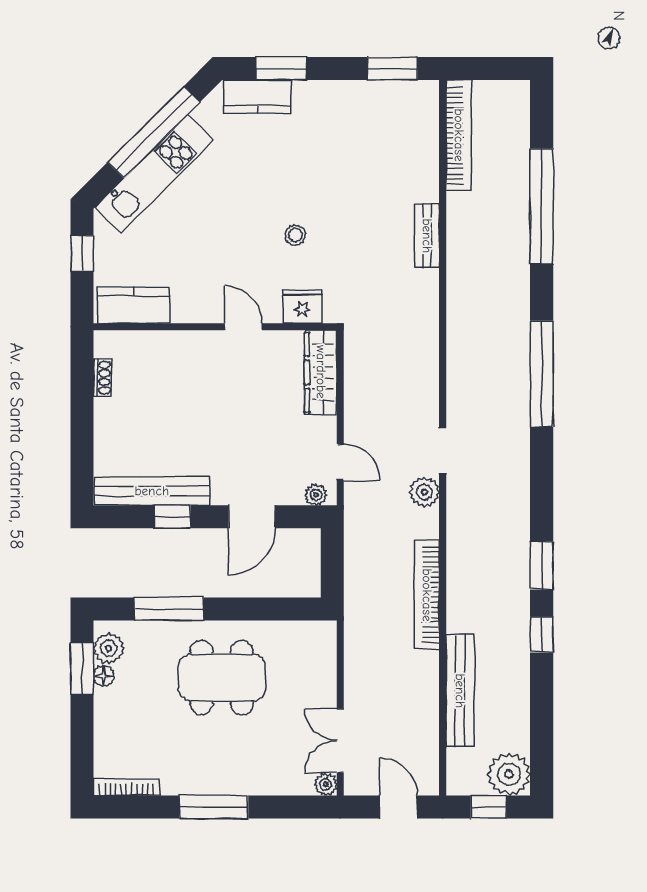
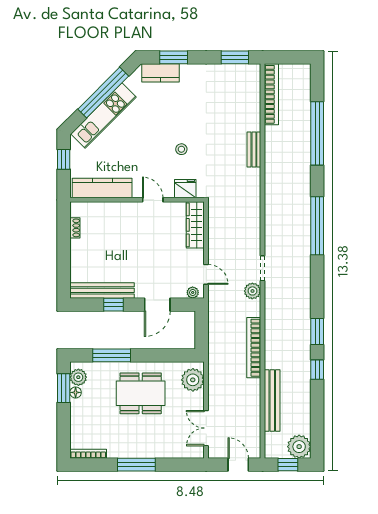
kitchen counter: (134, 305) -> (102, 188), width x1.50
plant: (326, 784) -> (193, 380), moved, width x1.88, depth x1.88

